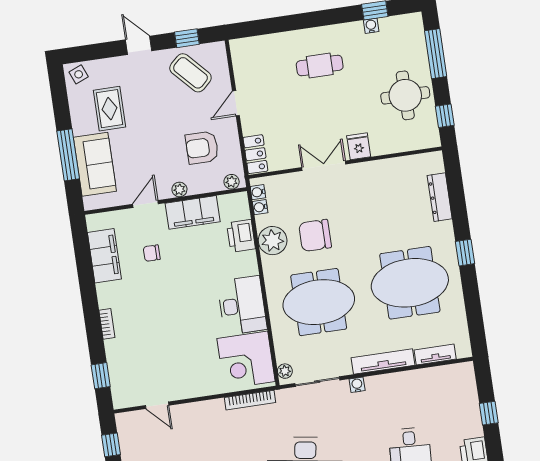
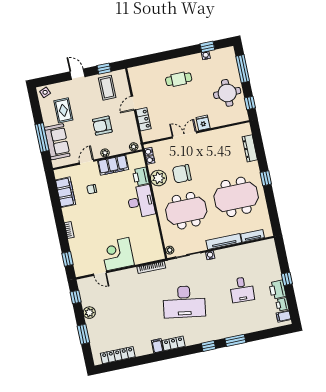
coffee table: (190, 73) -> (107, 88), turned 43
armchair: (202, 148) -> (102, 126), moved
locker: (255, 154) -> (144, 119), moved
desk: (242, 305) -> (141, 202), moved
corner desk: (246, 360) -> (118, 254), moved, turned 90
window: (489, 413) -> (287, 279), moved

